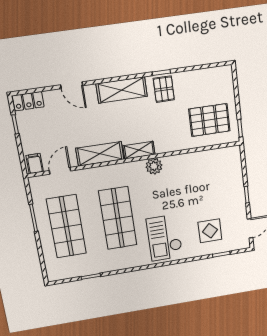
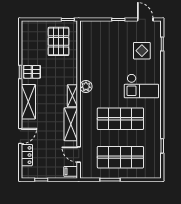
locker: (28, 101) -> (27, 155), moved

